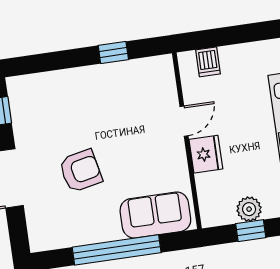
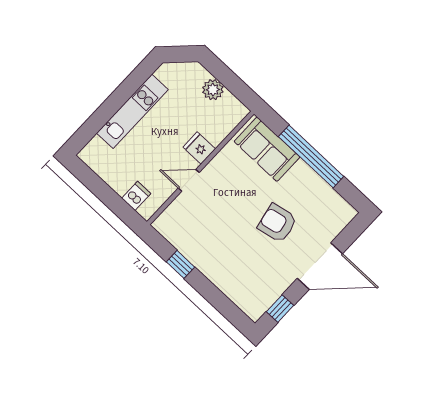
fridge: (206, 154) -> (199, 148), width x0.72
window: (251, 231) -> (226, 77), removed

